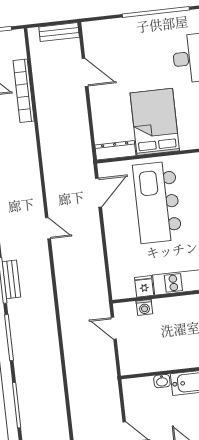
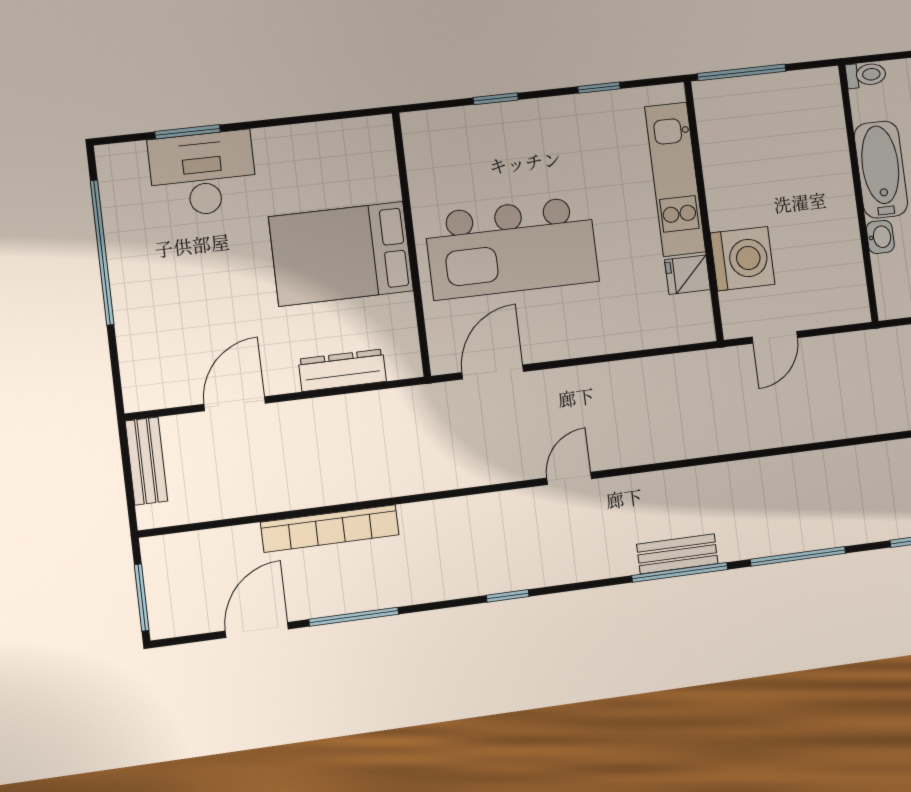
bookcase: (24, 91) -> (330, 528), moved
dresser: (115, 150) -> (342, 370), moved, turned 90
door: (99, 193) -> (493, 372), hinge flipped
washing machine: (144, 307) -> (743, 259), width x1.89, depth x1.89

